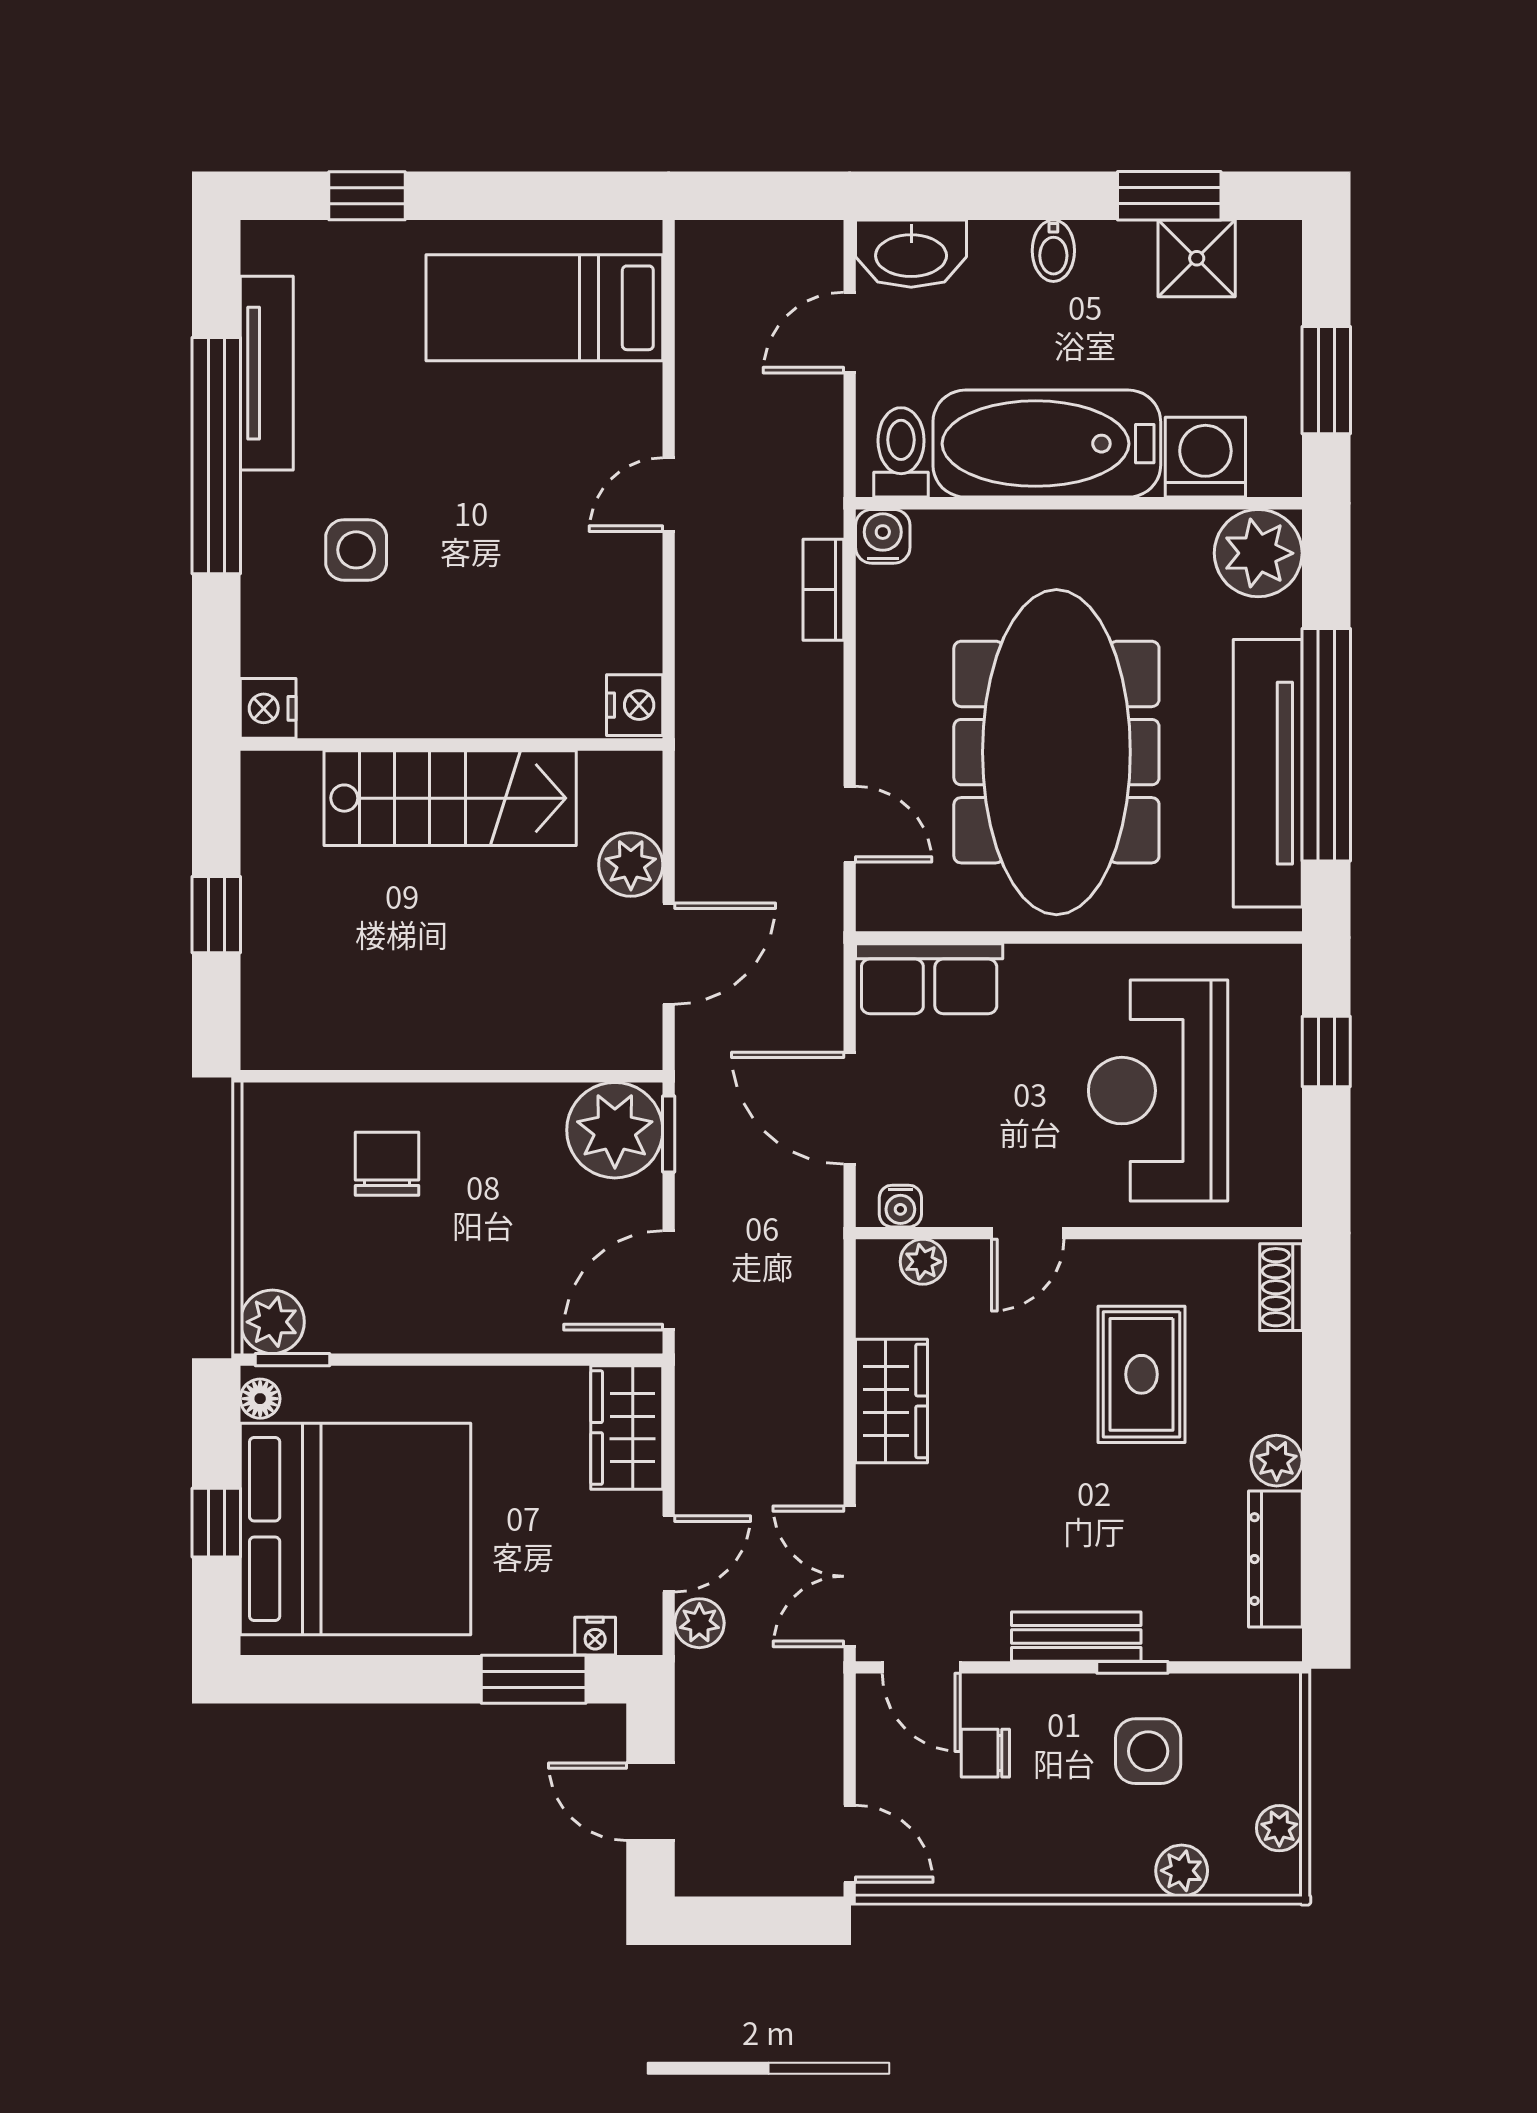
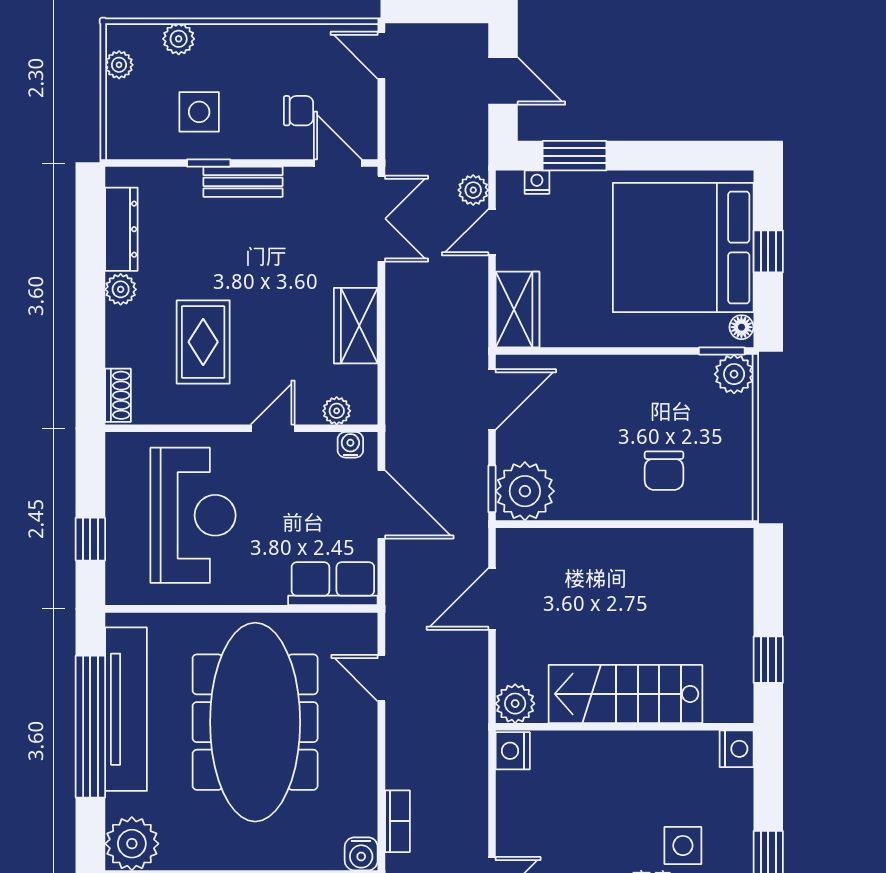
plant: (631, 865) -> (515, 704), moved
window: (216, 915) -> (768, 660), moved

